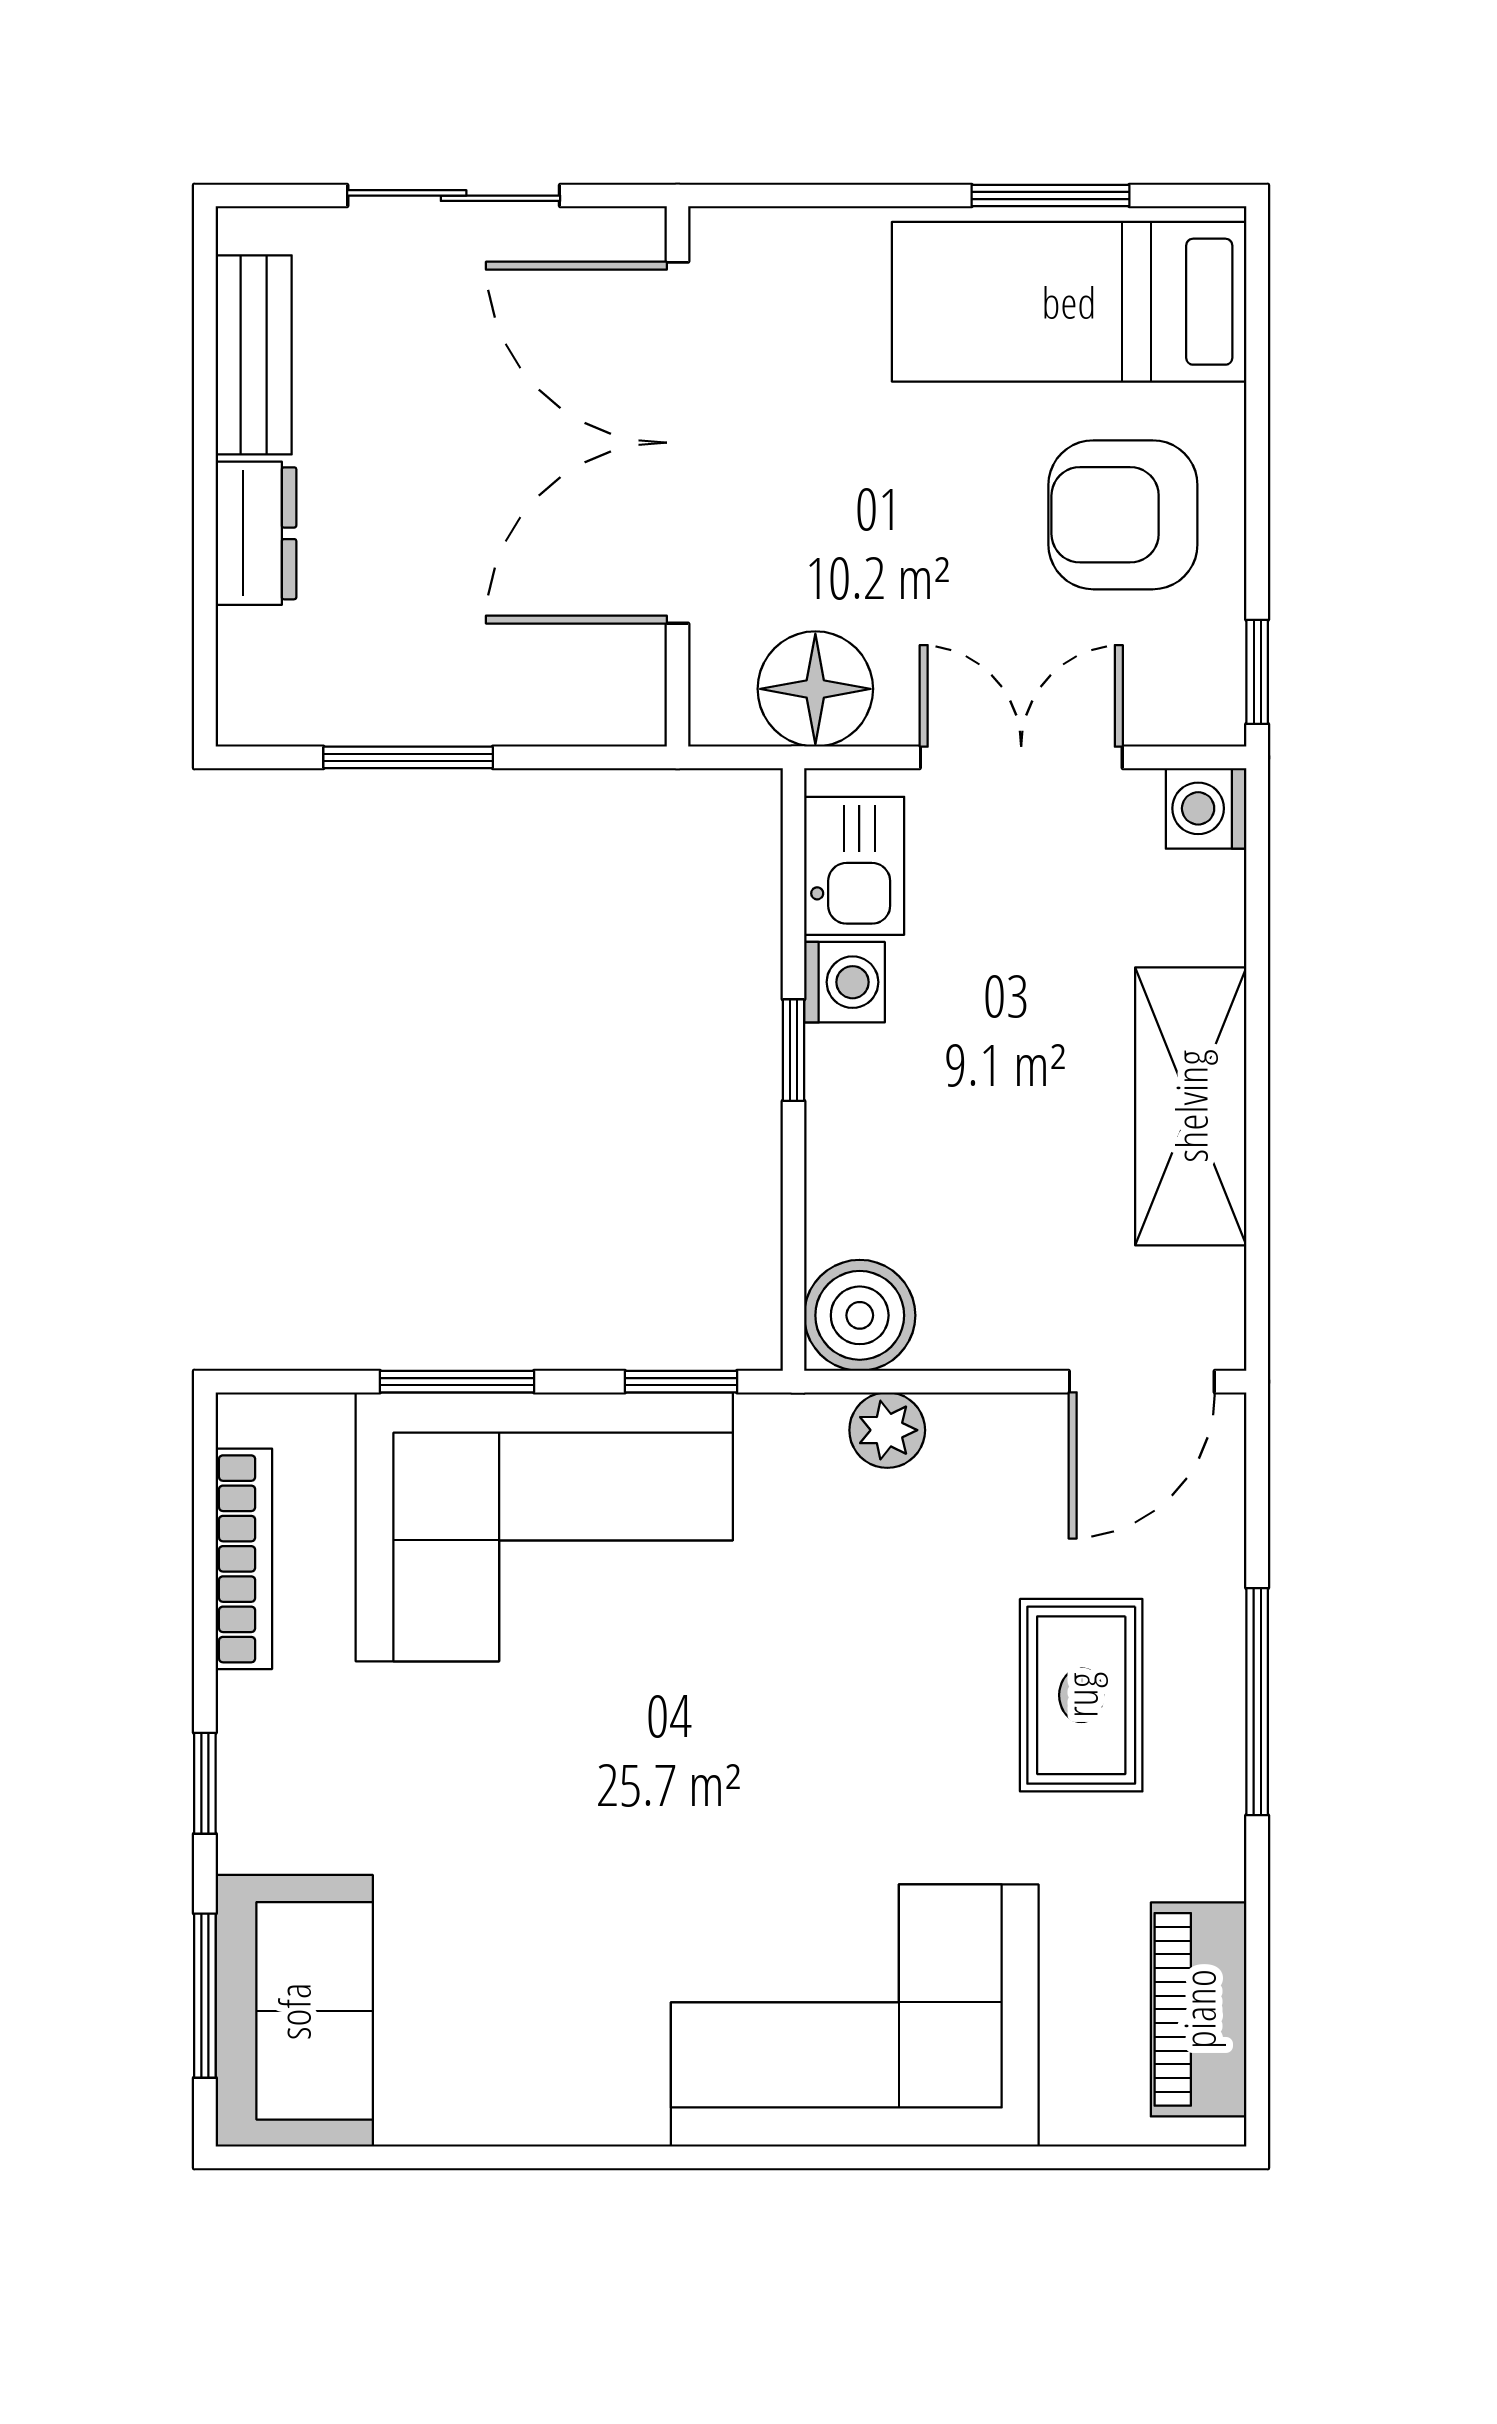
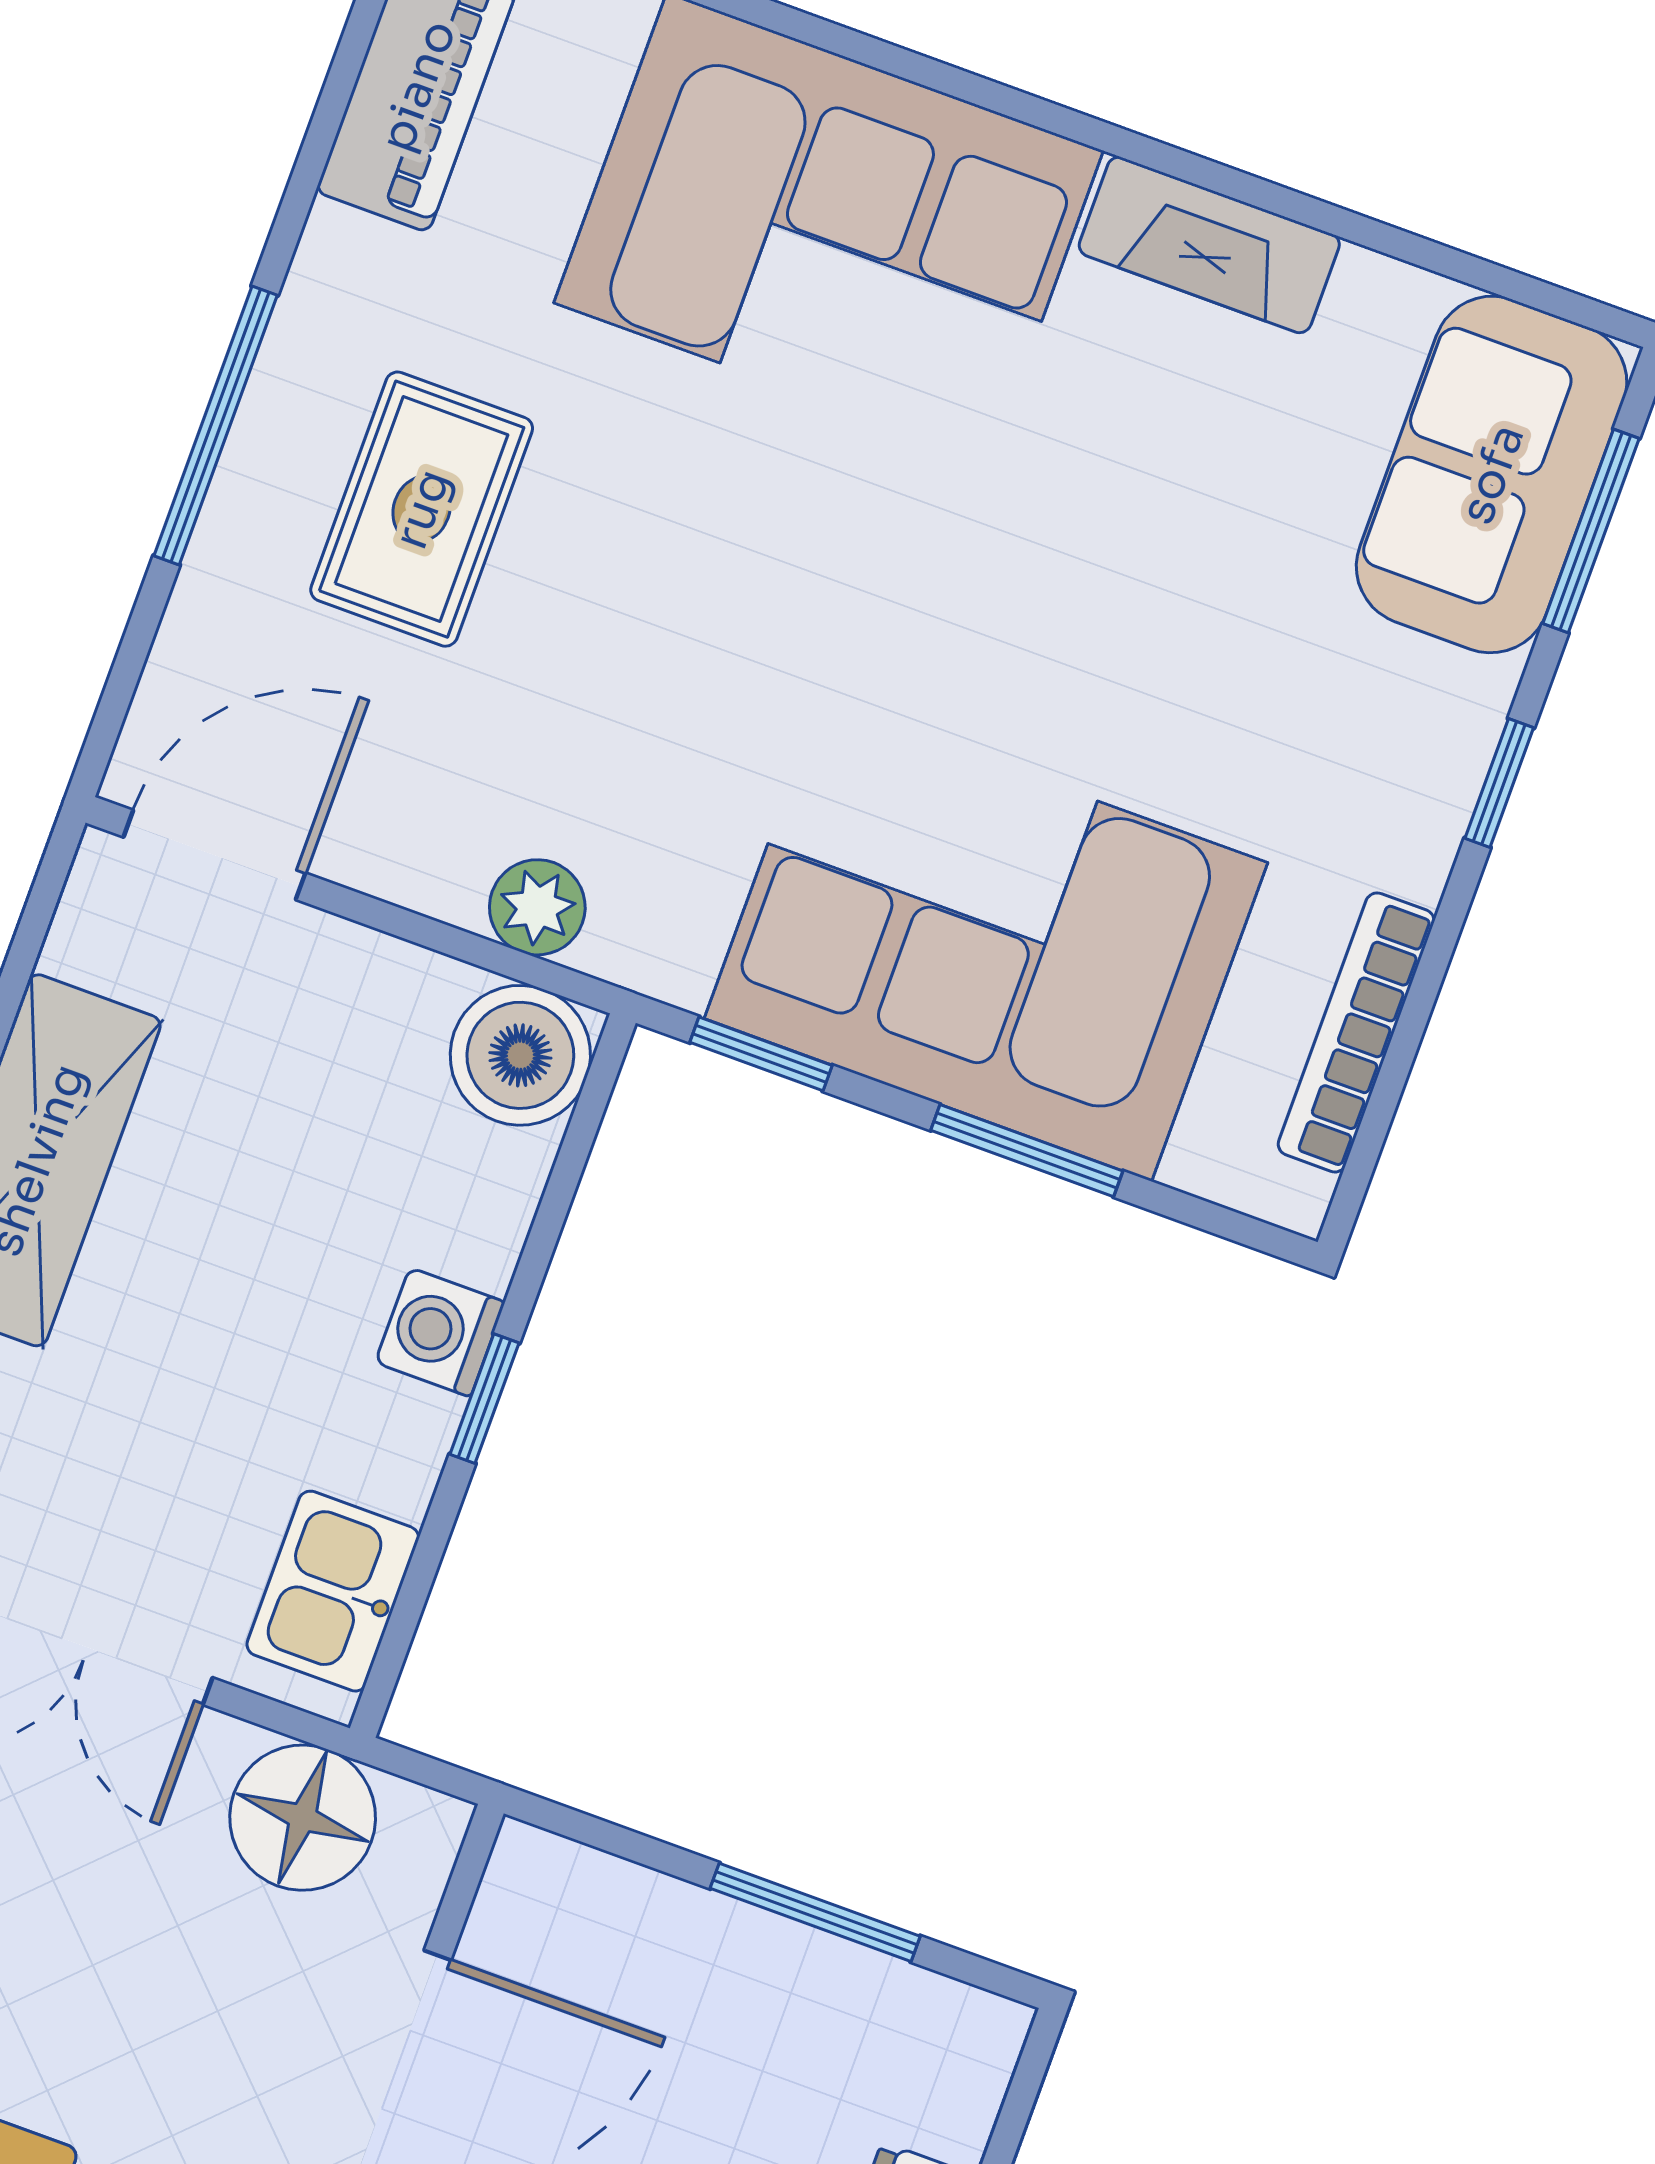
washing machine: (844, 982) -> (440, 1332), moved
fireplace: (567, 2105) -> (1209, 245), added

